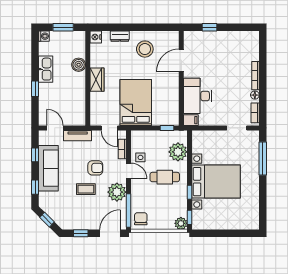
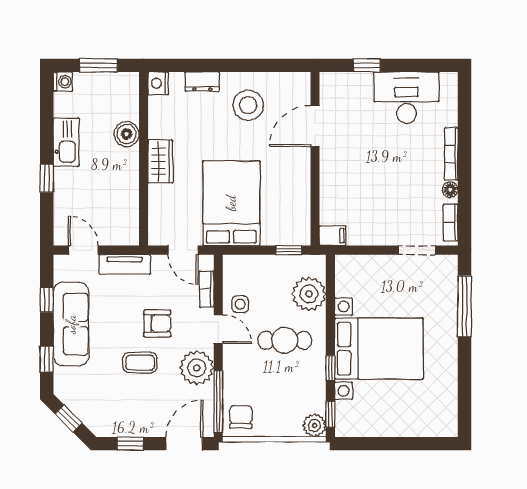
desk: (198, 96) -> (406, 98), moved, turned 90

